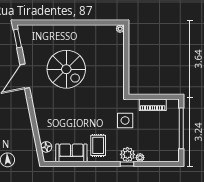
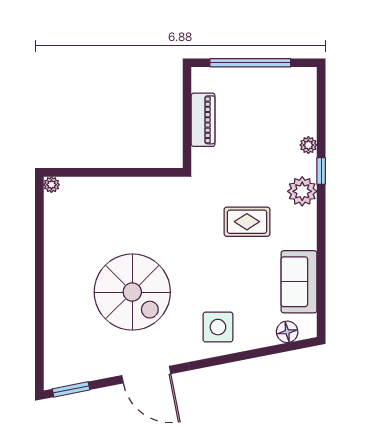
spiral stairs: (66, 69) -> (132, 292), turned 90
side table: (125, 120) -> (218, 327), moved
rug: (98, 145) -> (247, 222), moved
plant: (127, 154) -> (302, 191), moved

